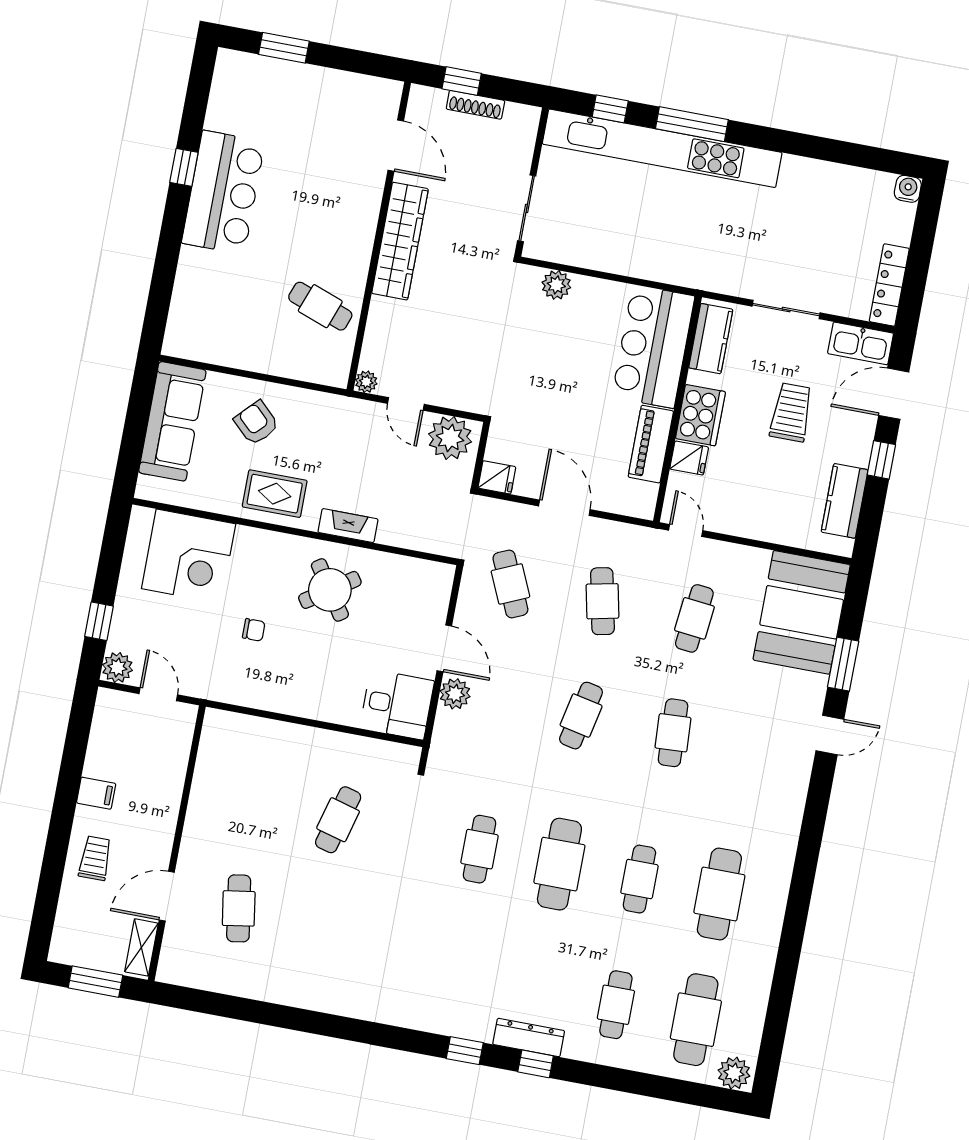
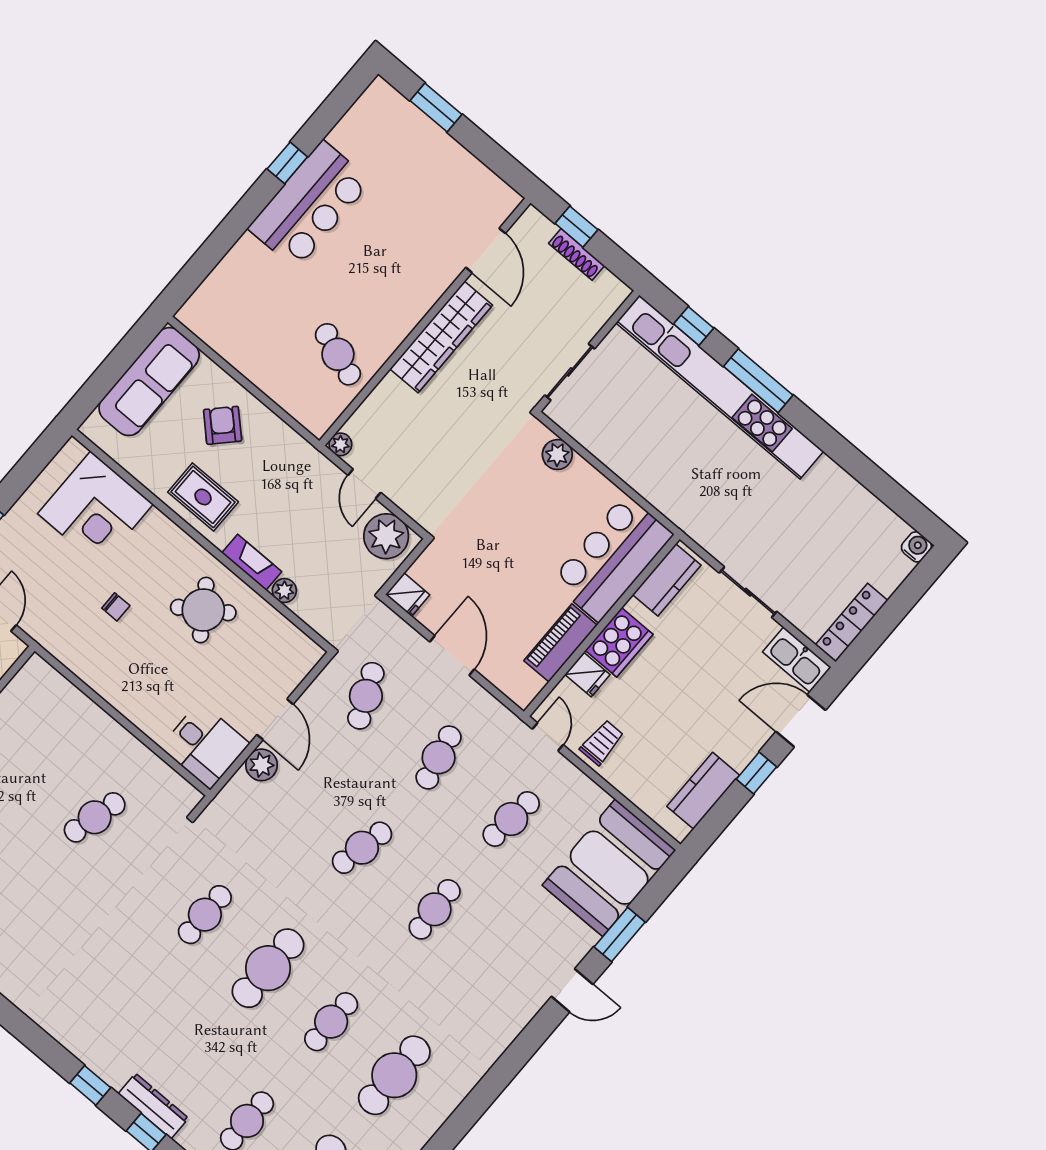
trolley: (791, 412) -> (602, 742), moved, width x0.73, depth x0.72
plant: (390, 534) -> (284, 591), added

